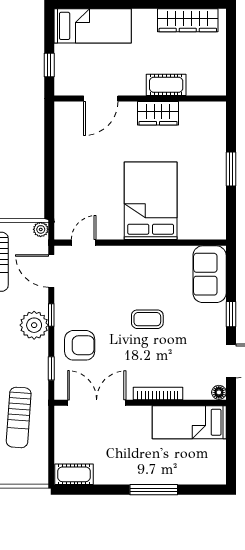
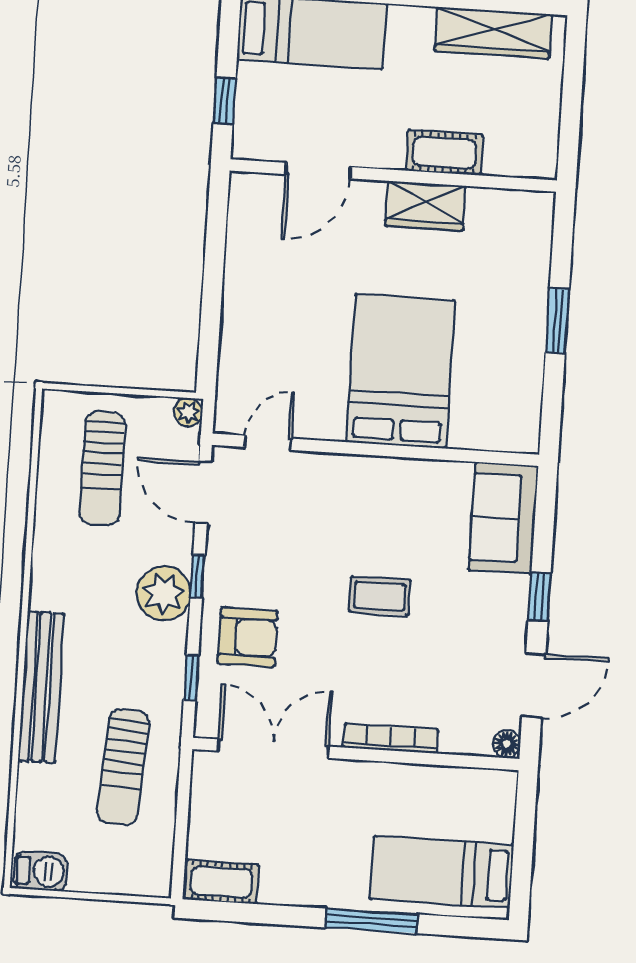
bed: (189, 422) -> (442, 872), moved

